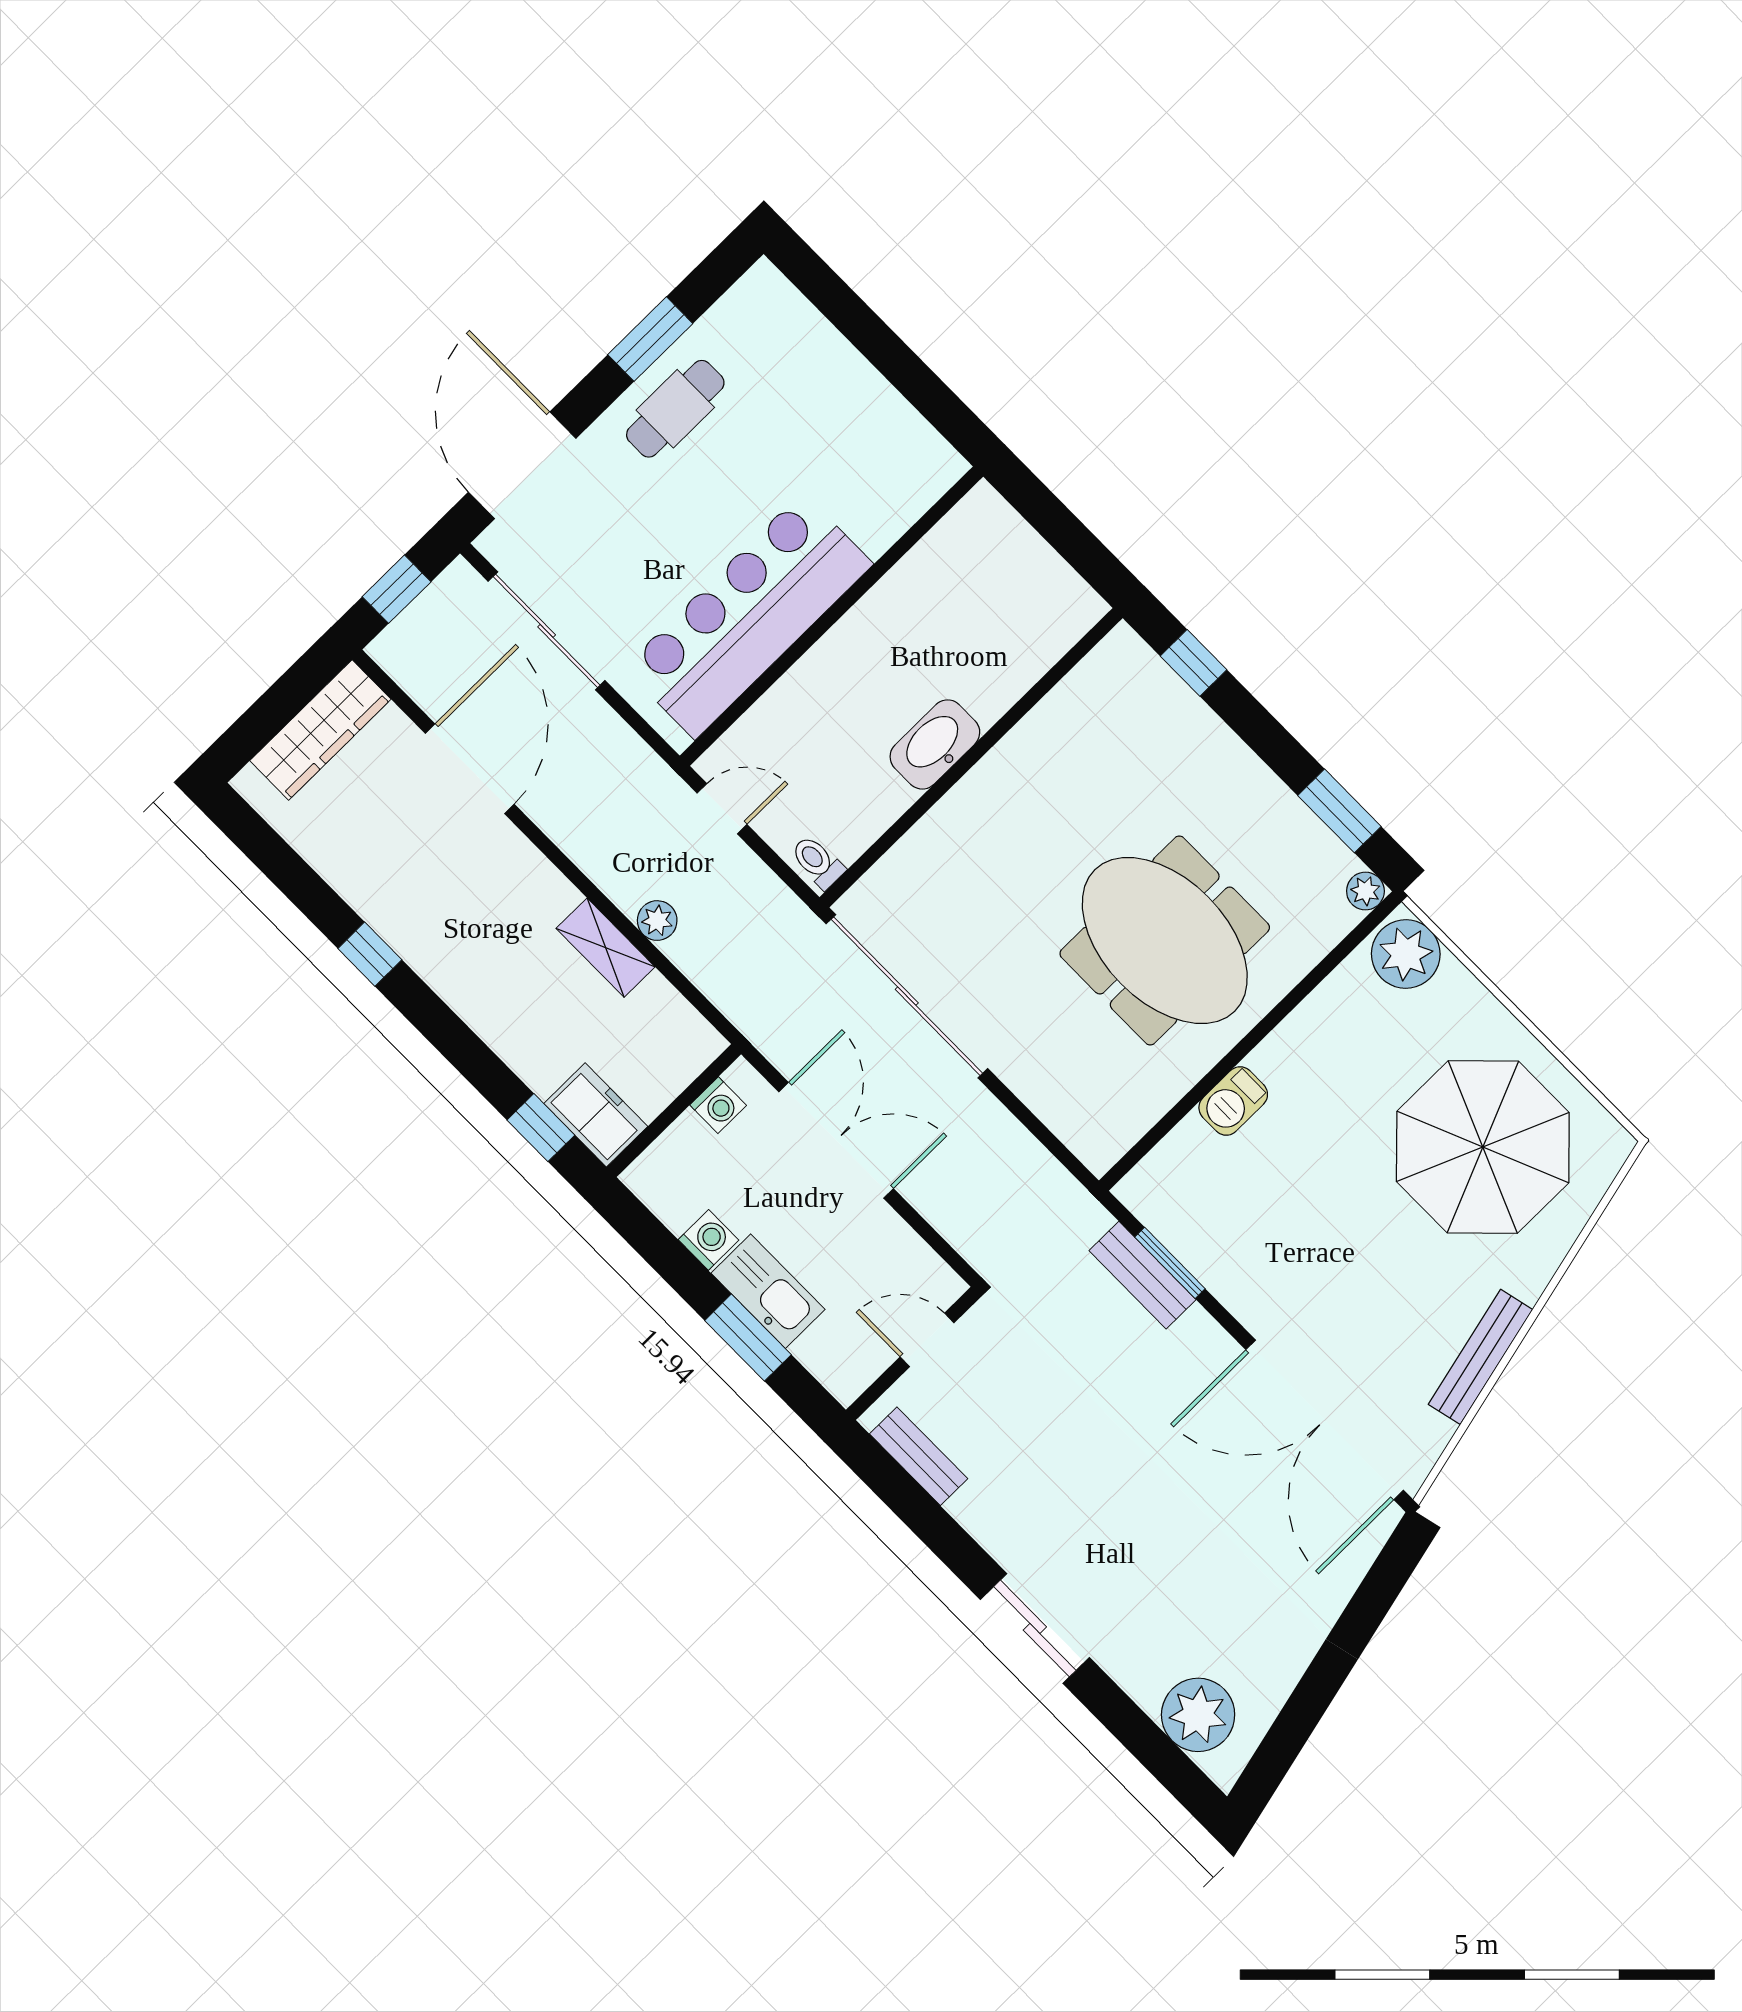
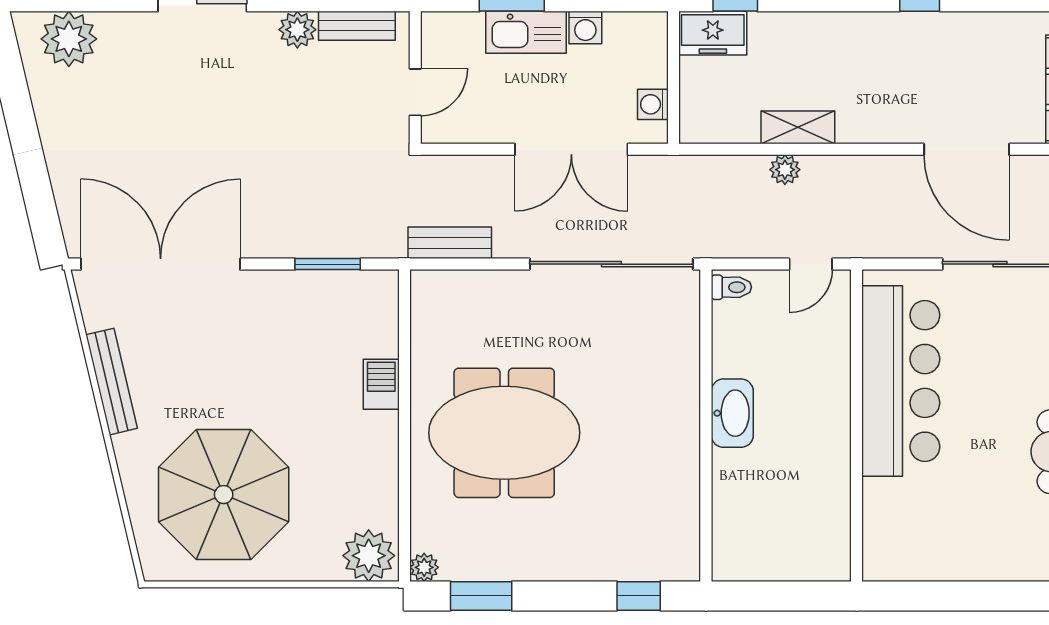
bench: (1142, 1275) -> (450, 243), moved
plant: (977, 1509) -> (297, 30), added

